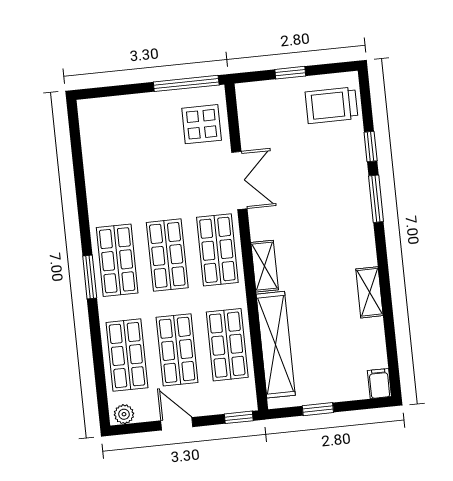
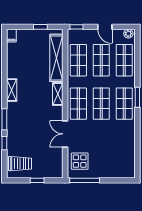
shelving: (369, 292) -> (12, 90), moved

